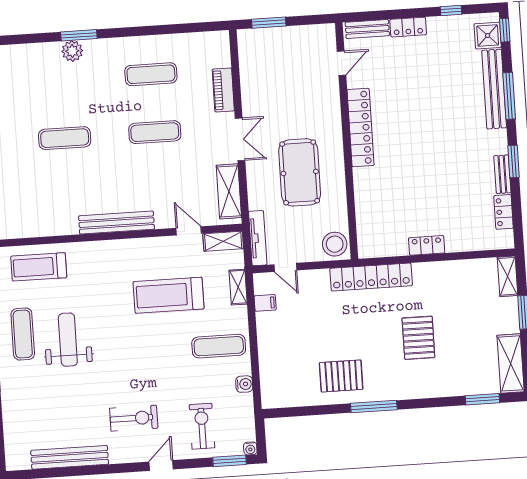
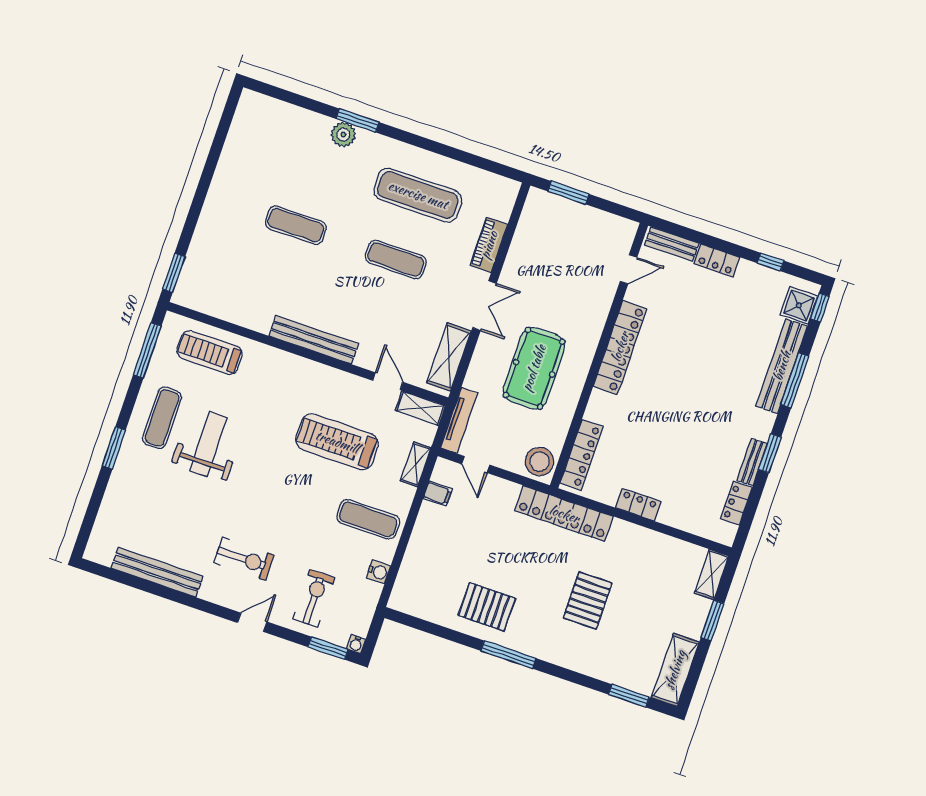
exercise mat: (151, 74) -> (418, 195), width x1.36, depth x1.45
locker: (366, 225) -> (581, 455), added

